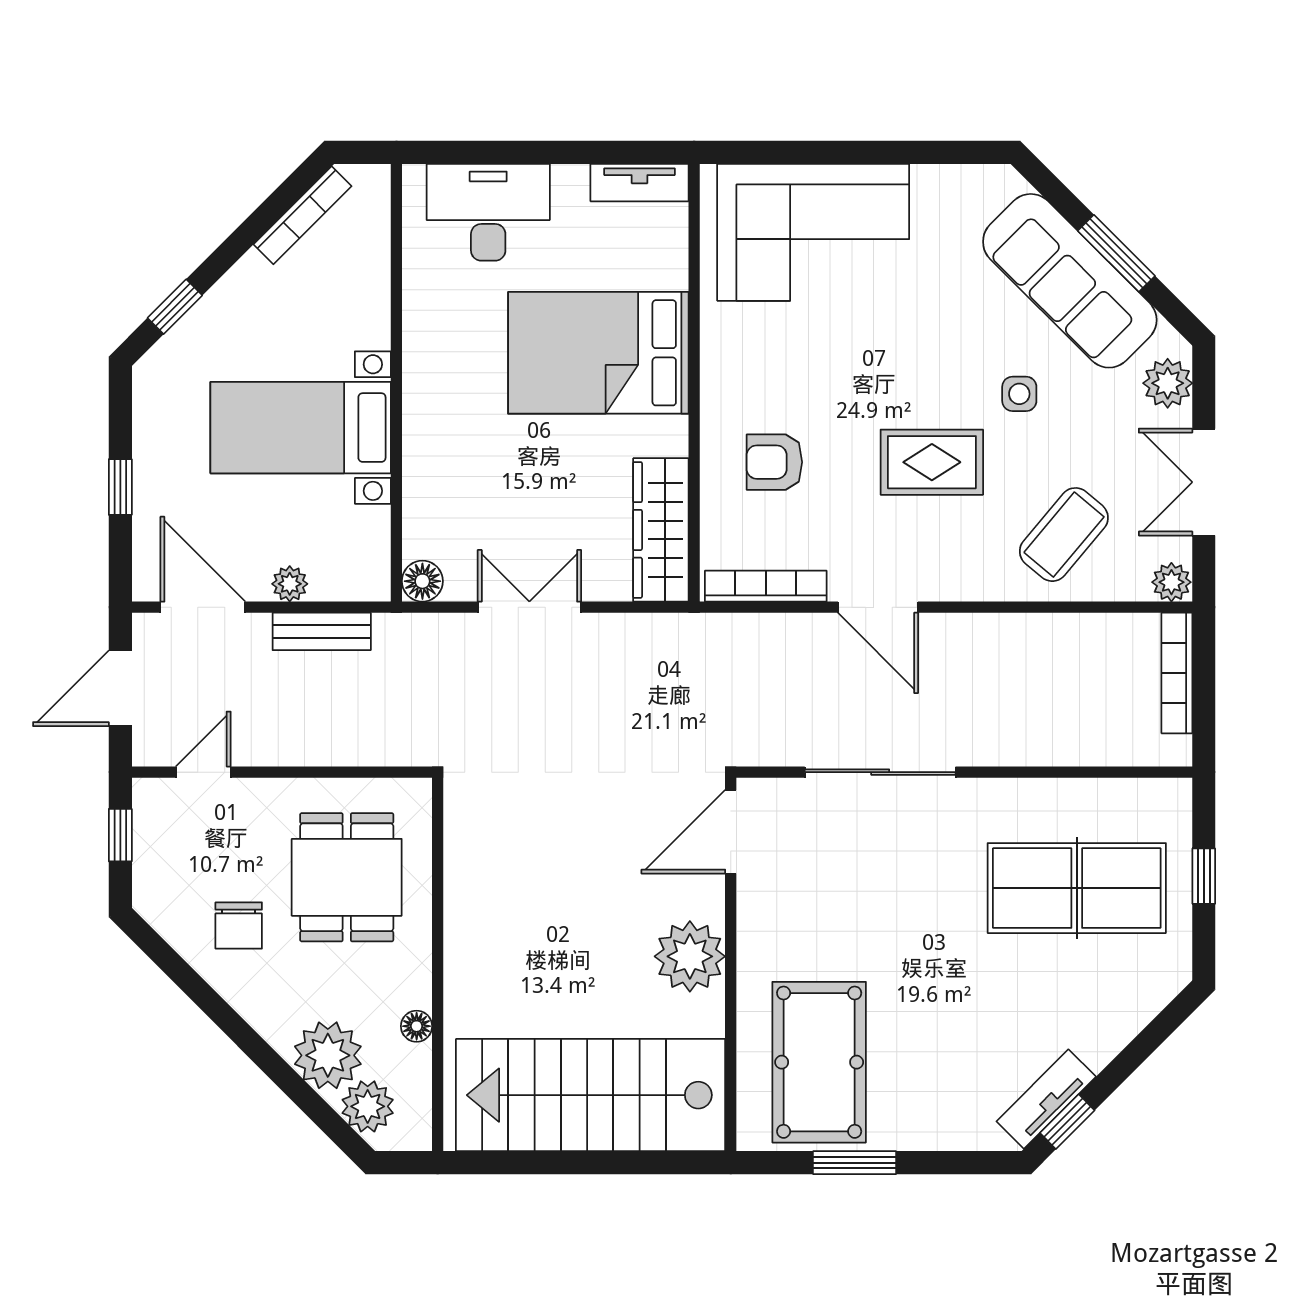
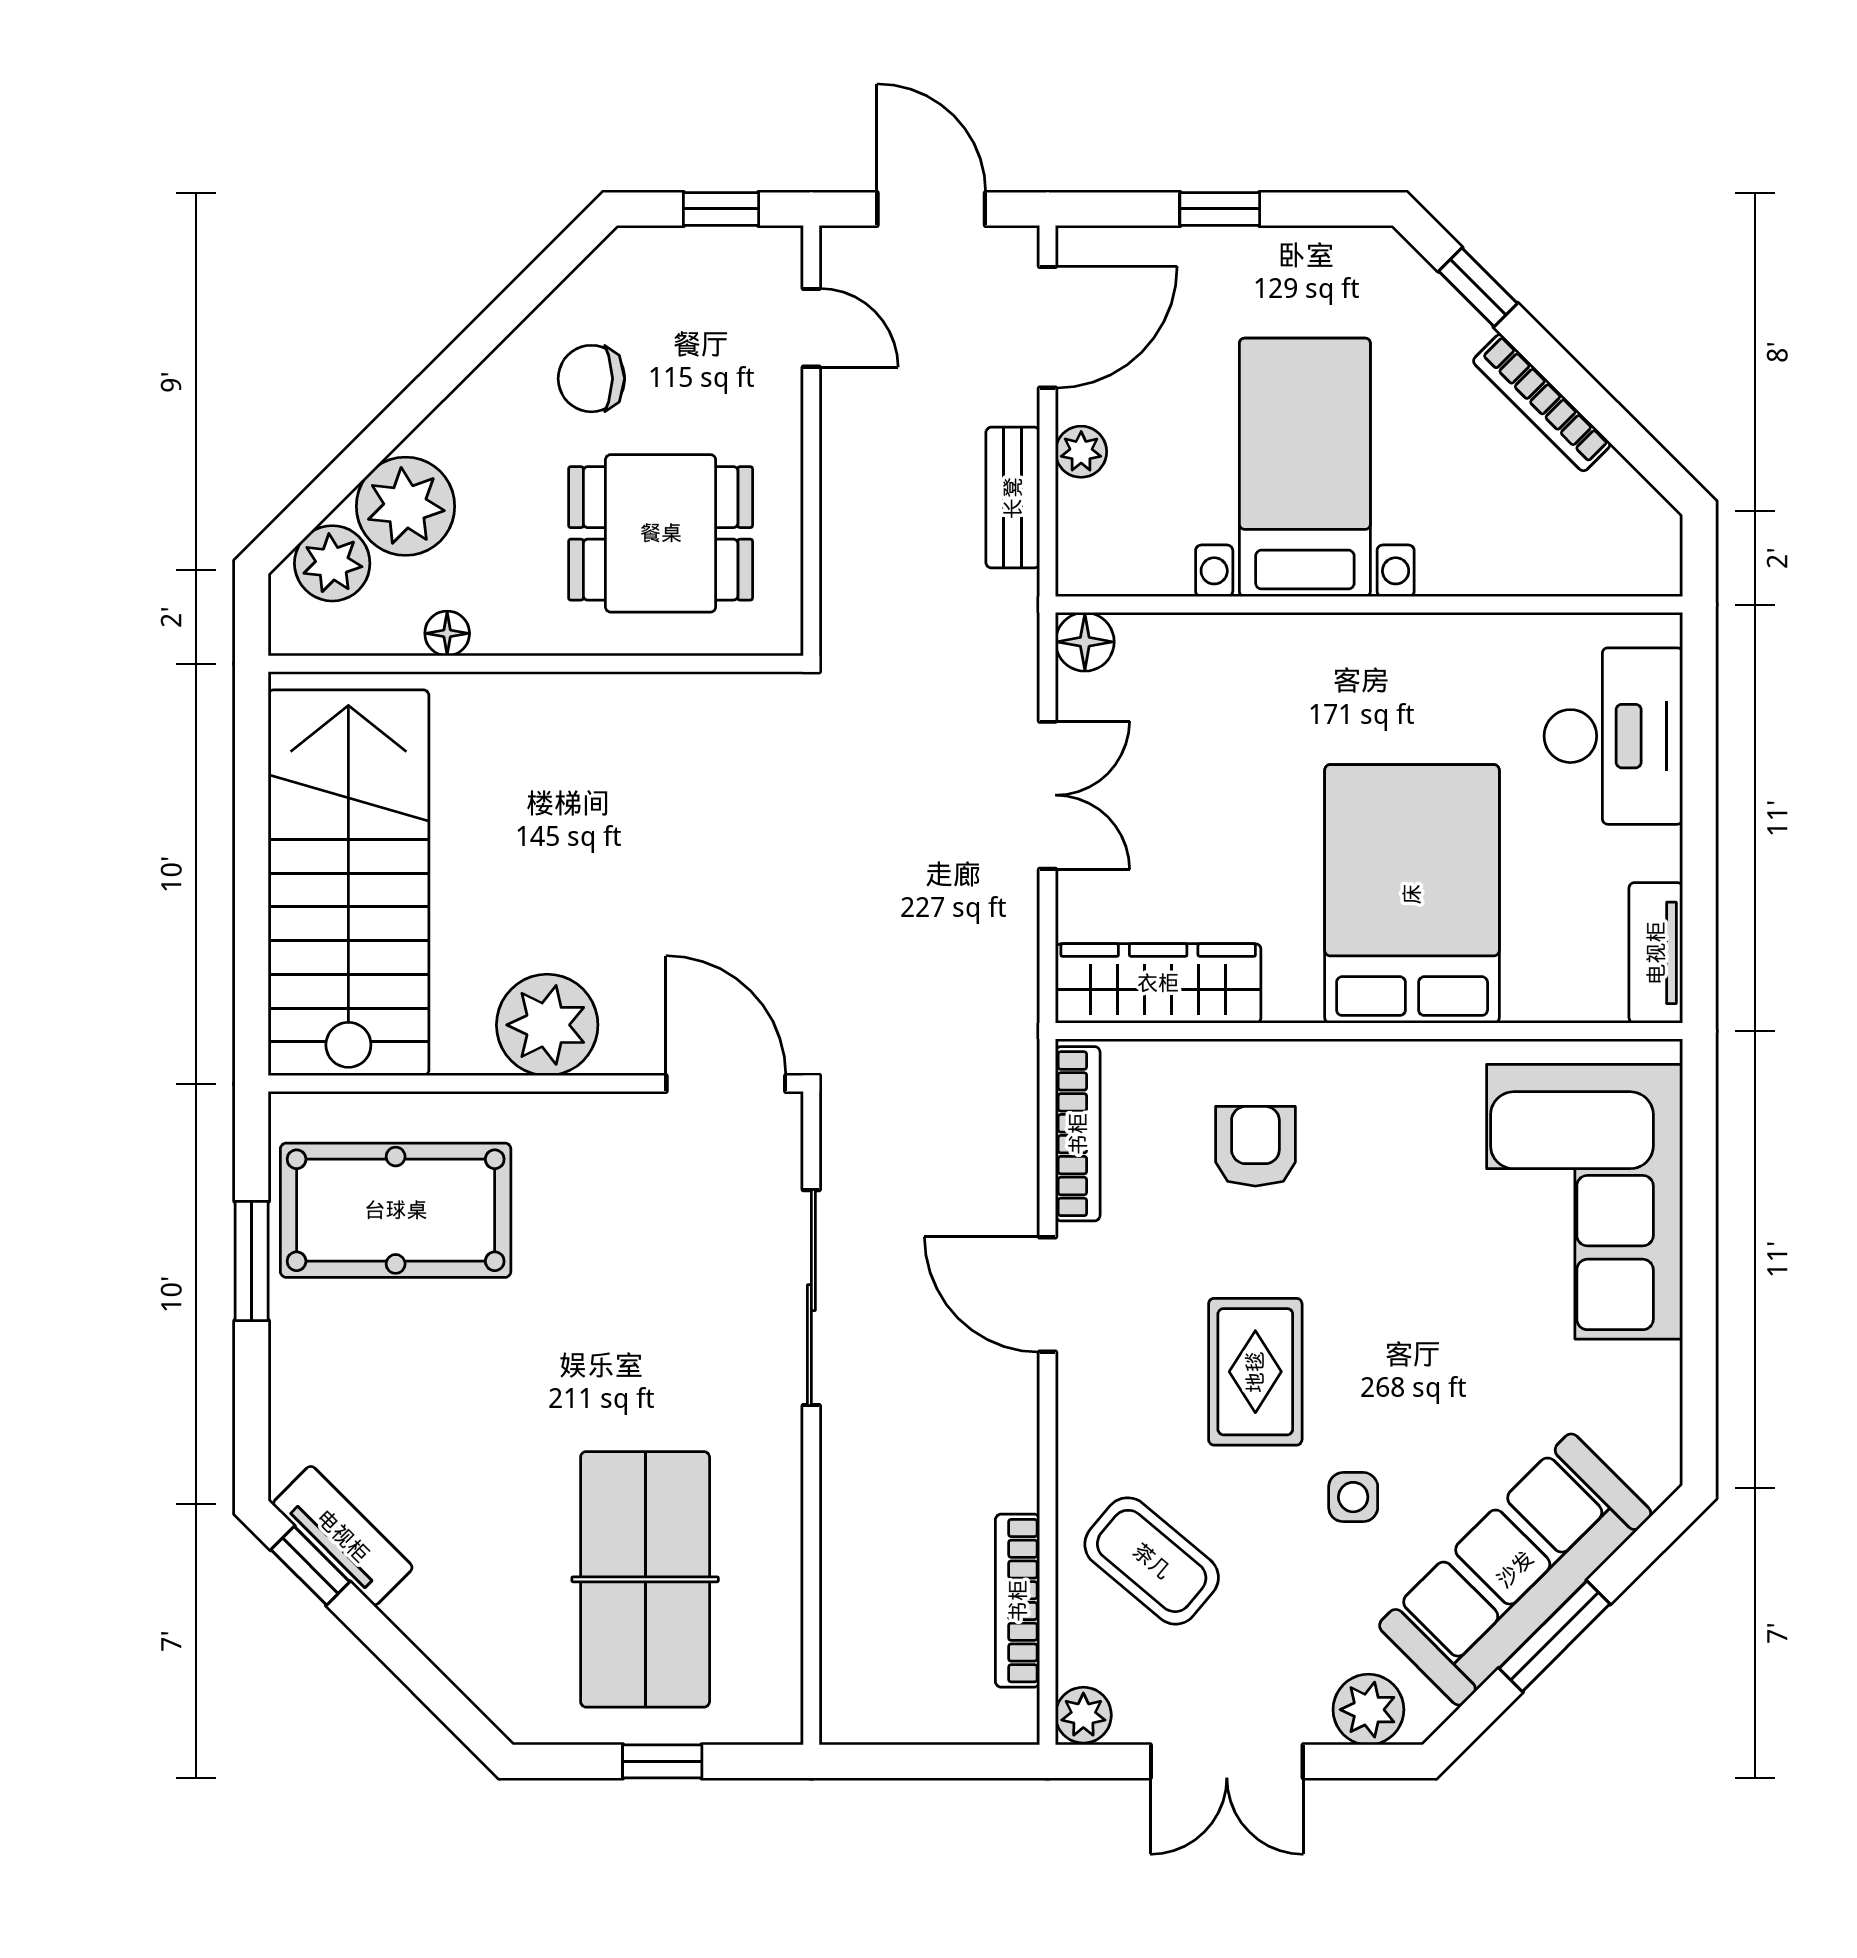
bookcase: (303, 215) -> (1542, 403), moved
double door: (1204, 482) -> (1227, 1761), swing flipped
door: (878, 607) -> (1048, 1295), hinge flipped
bookcase: (1177, 673) -> (1018, 1601), moved, turned -90

